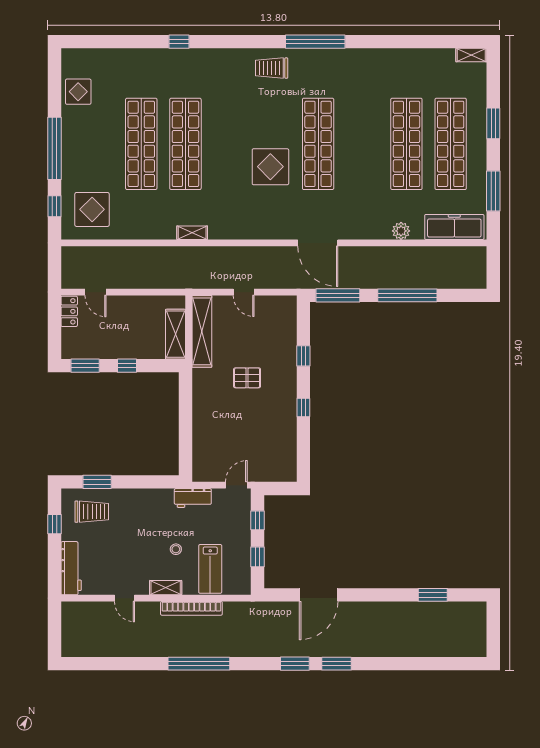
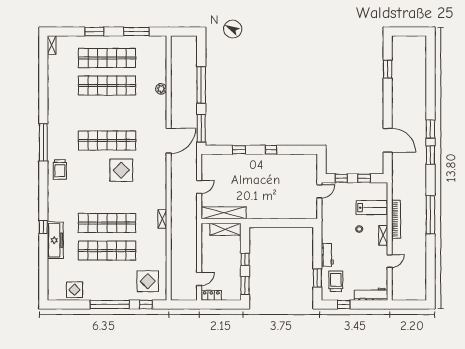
freezer: (454, 227) -> (55, 240), moved, turned 180
pallet: (247, 378) -> (253, 185), removed
door: (236, 485) -> (319, 191), swing flipped
workbench: (193, 498) -> (327, 255), moved

